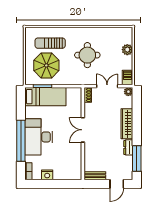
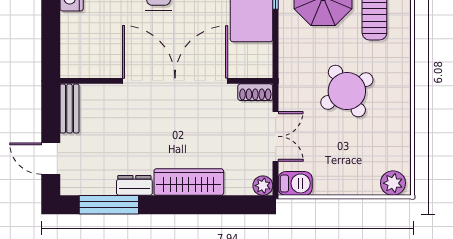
plant: (127, 50) -> (393, 183), moved
round table: (87, 55) -> (347, 91), turned -31
double door: (83, 130) -> (175, 81), width x1.87

